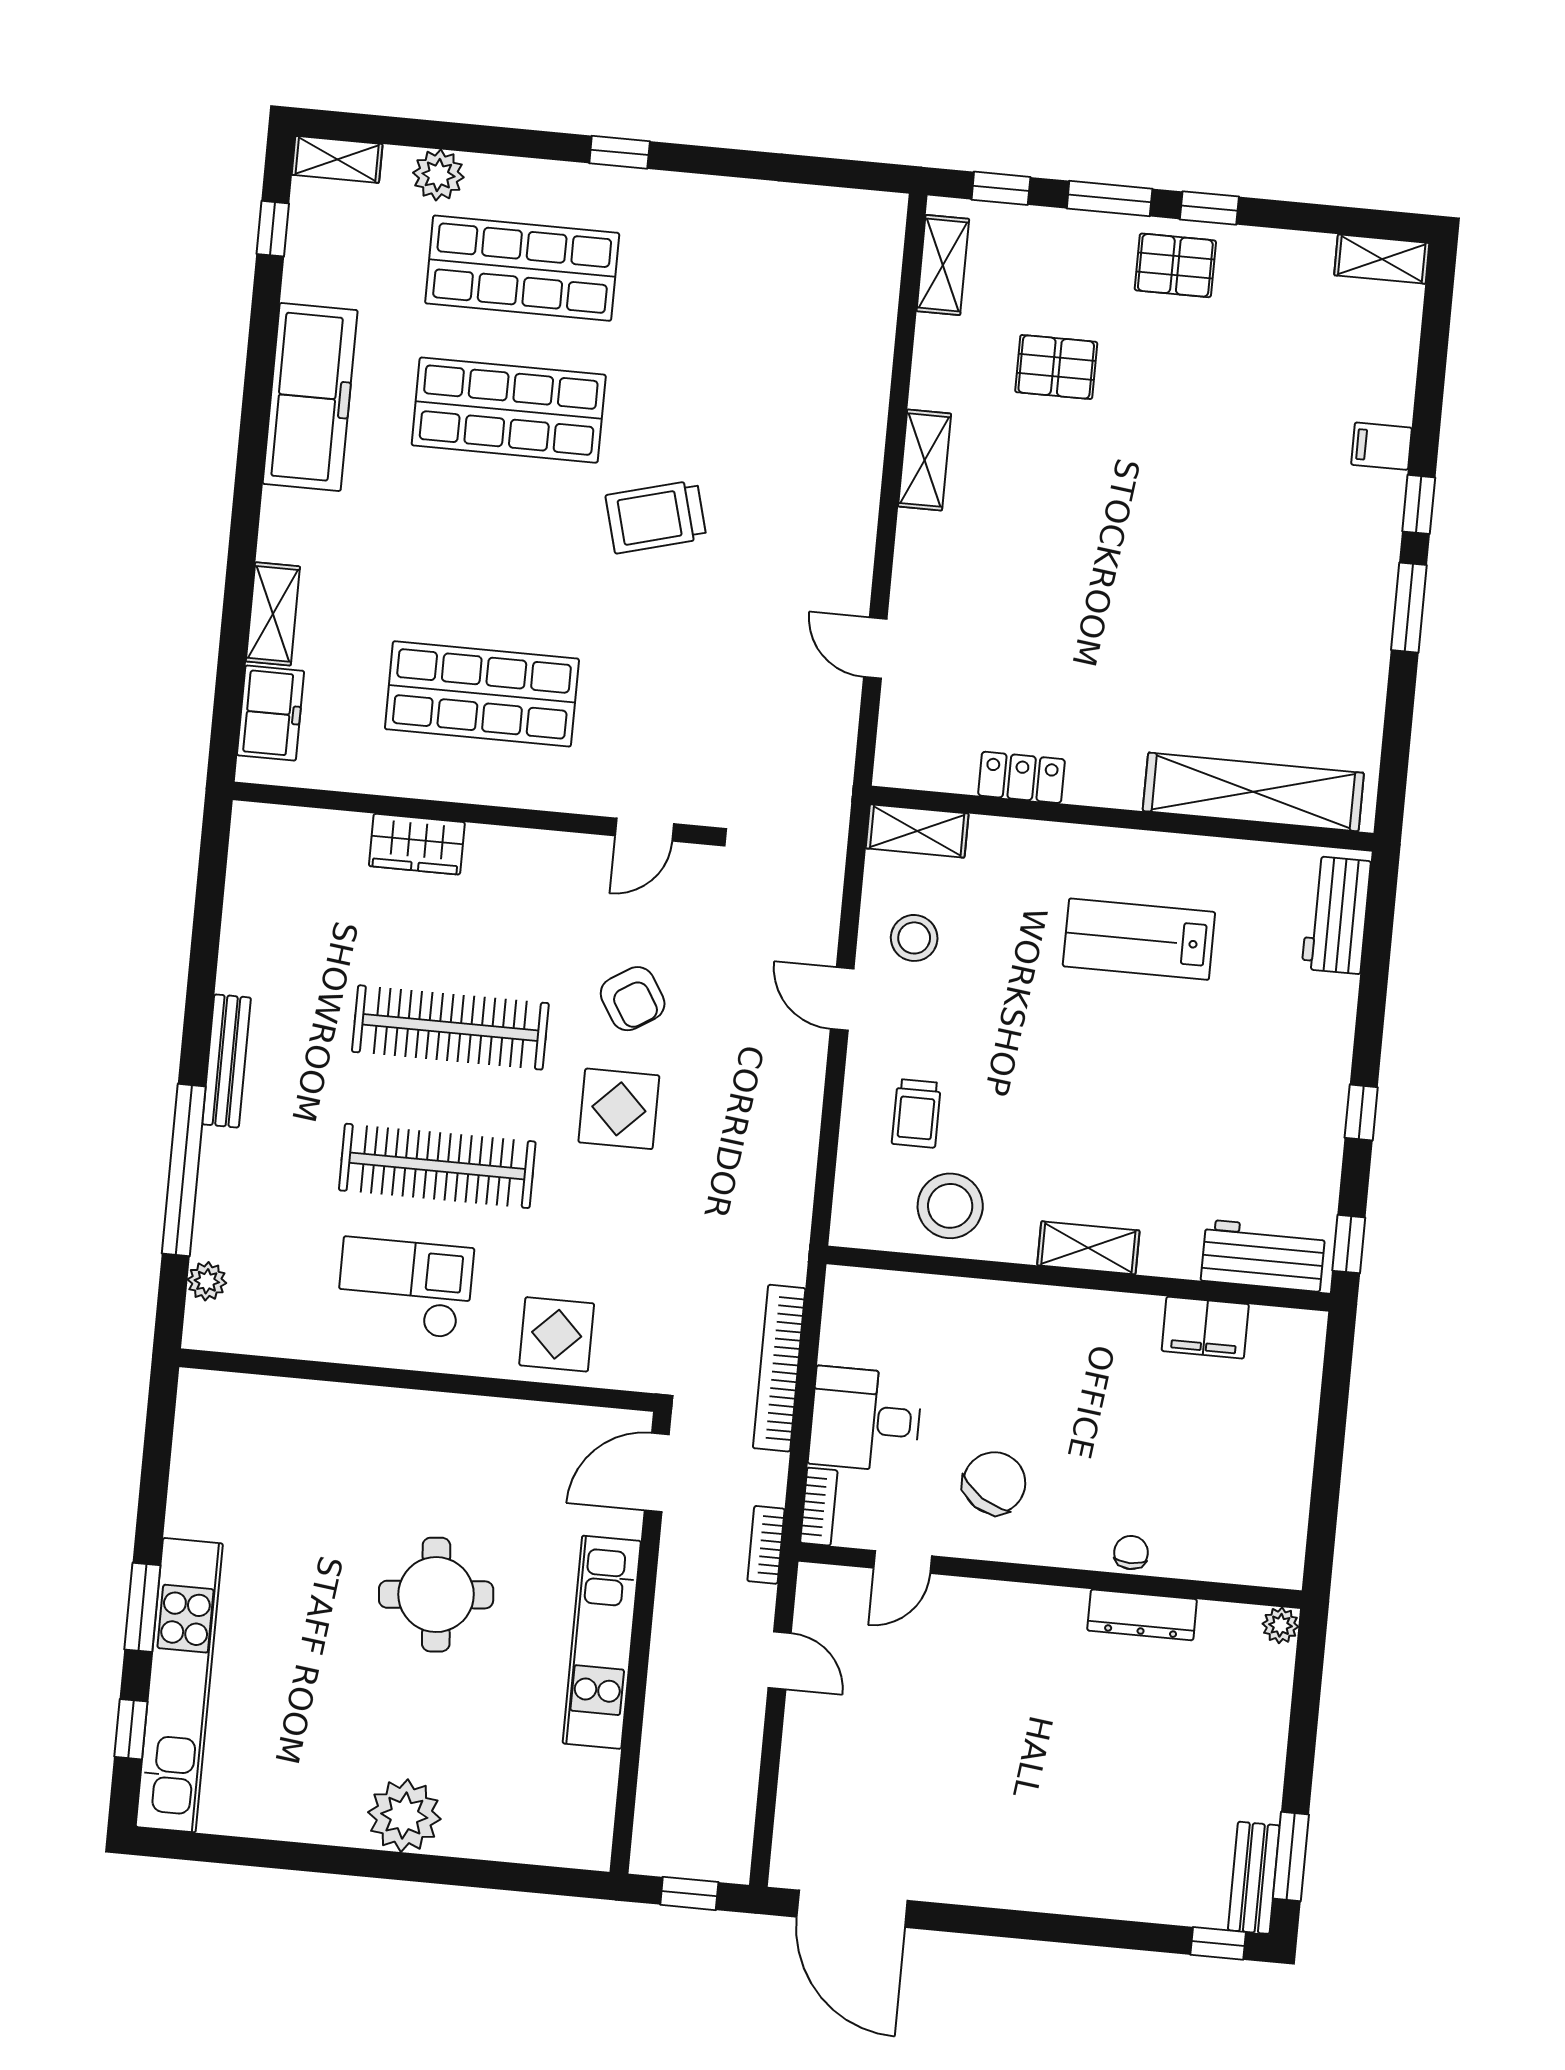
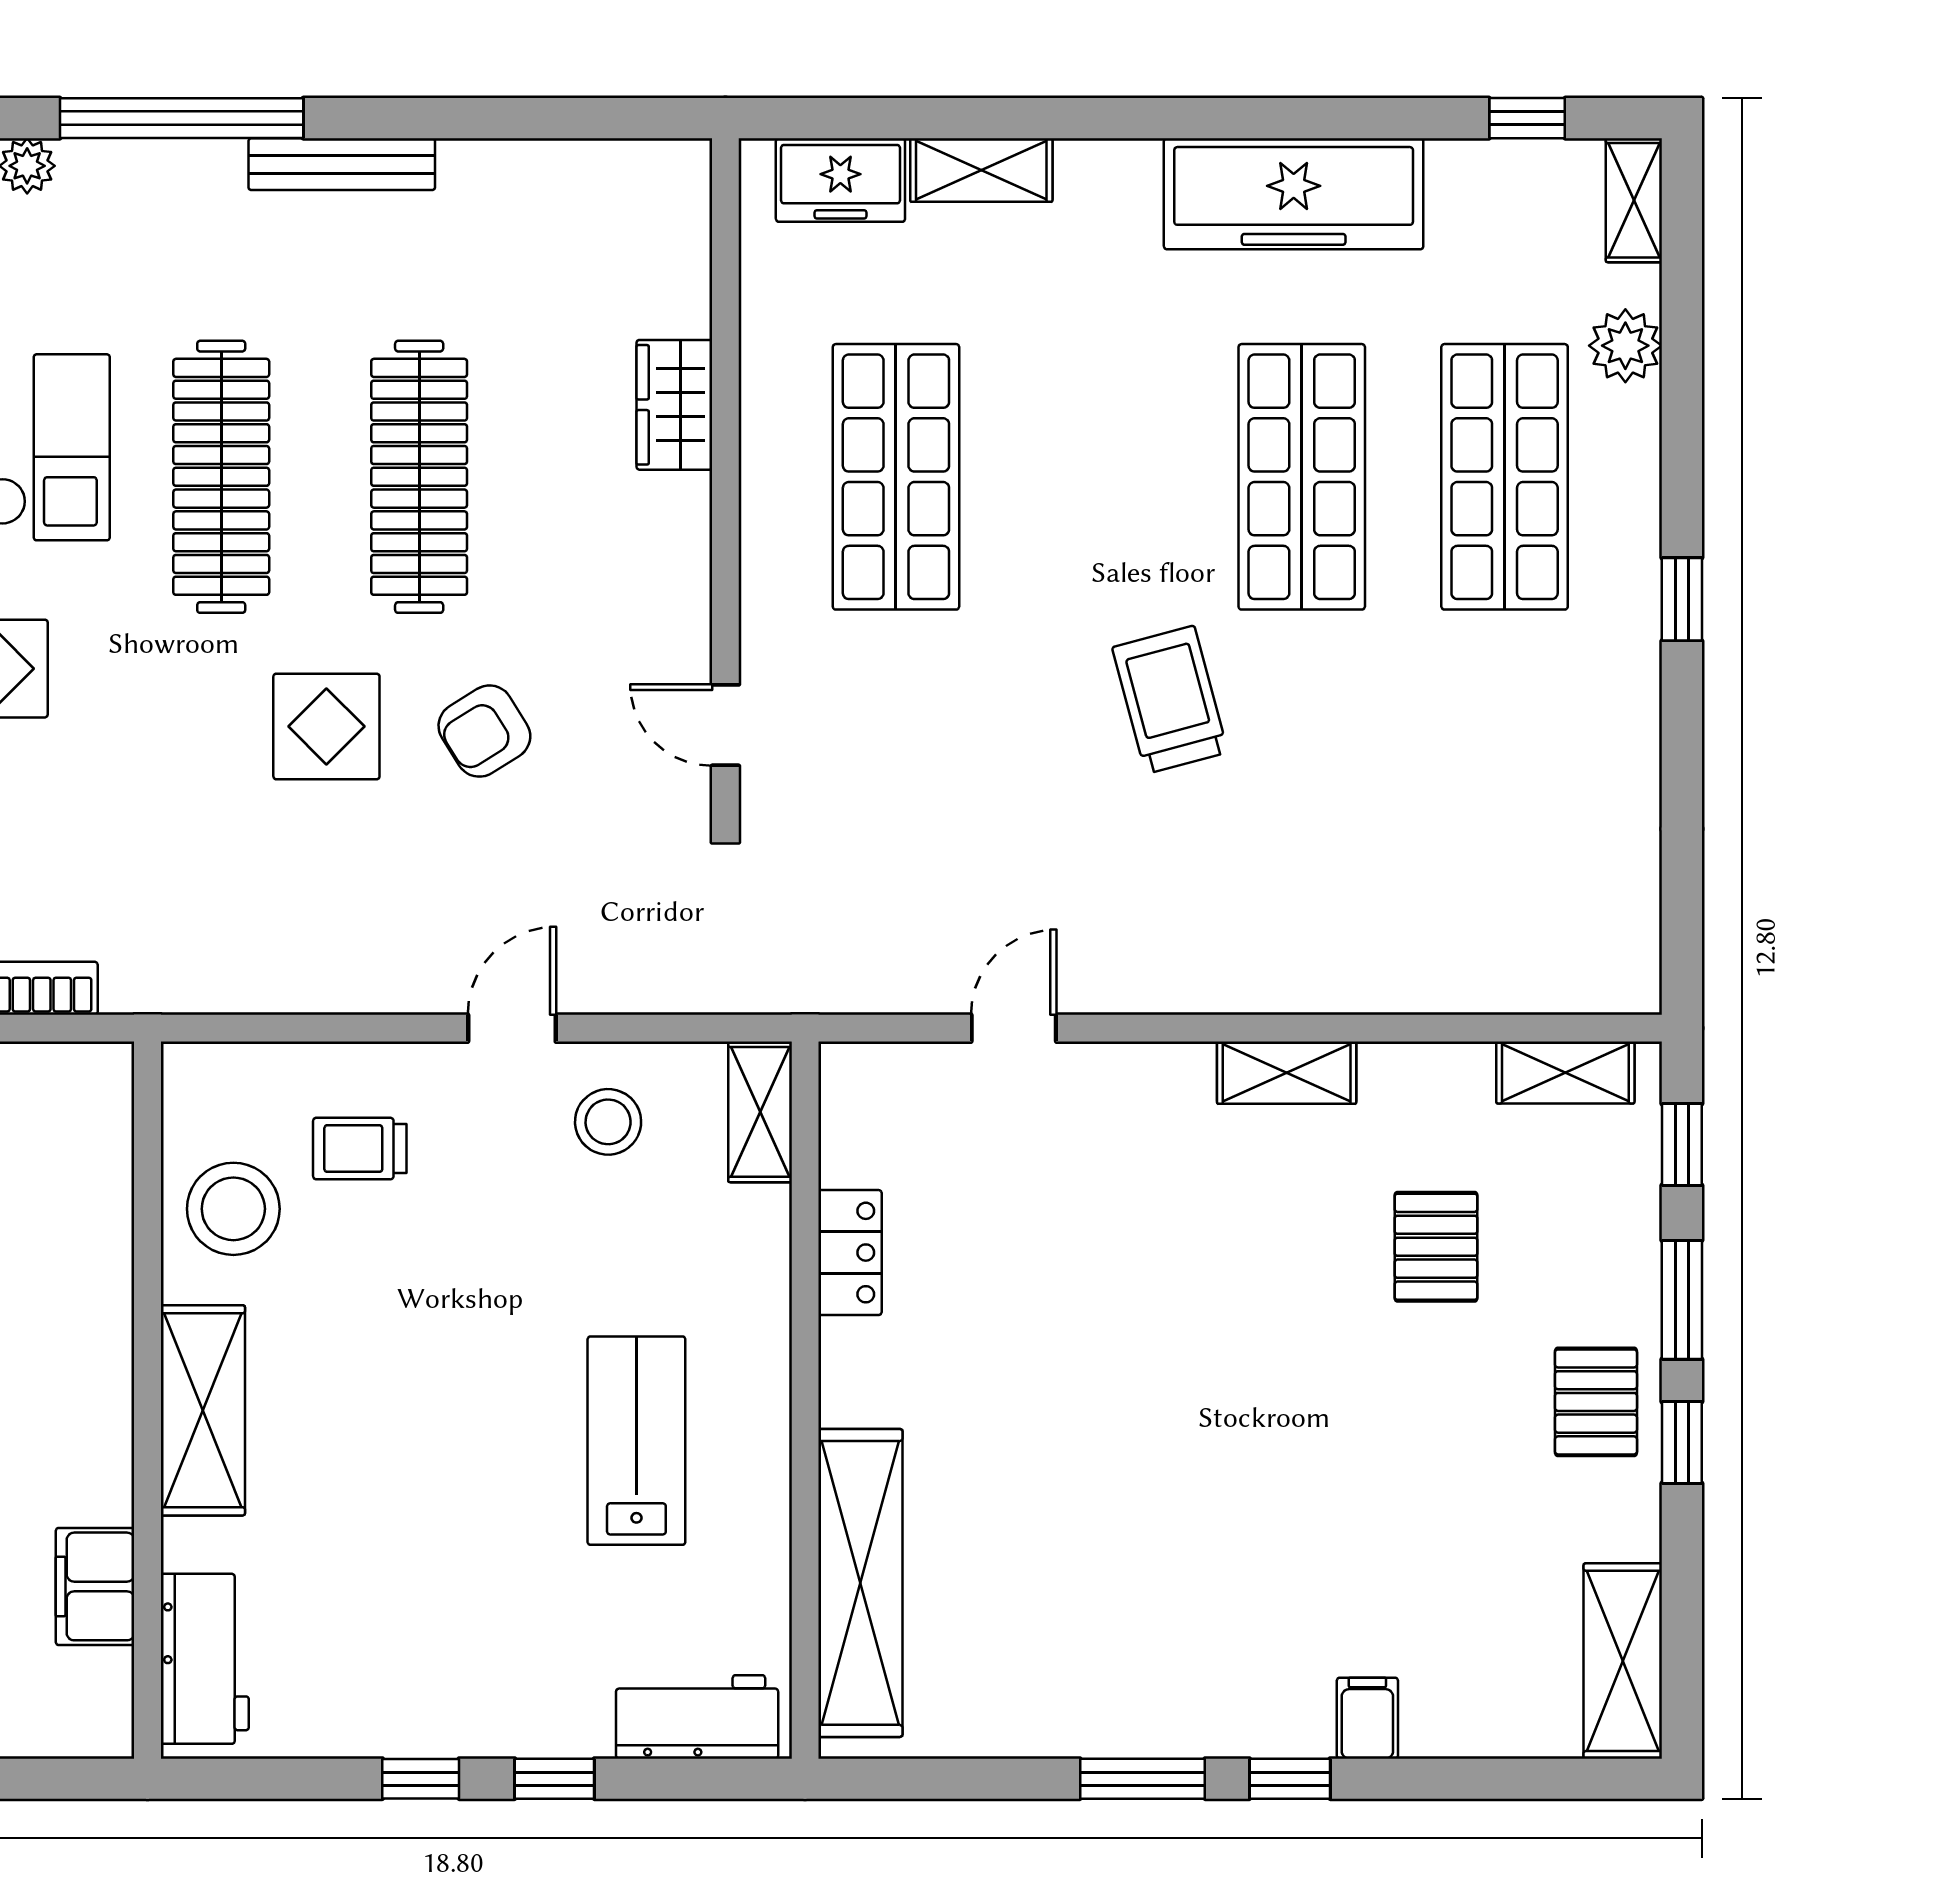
shelving: (1382, 259) -> (1623, 1661), width x1.50, depth x1.33
window: (1349, 1244) -> (554, 1779), moved
shelving: (1088, 1248) -> (203, 1410), width x1.50, depth x1.33

